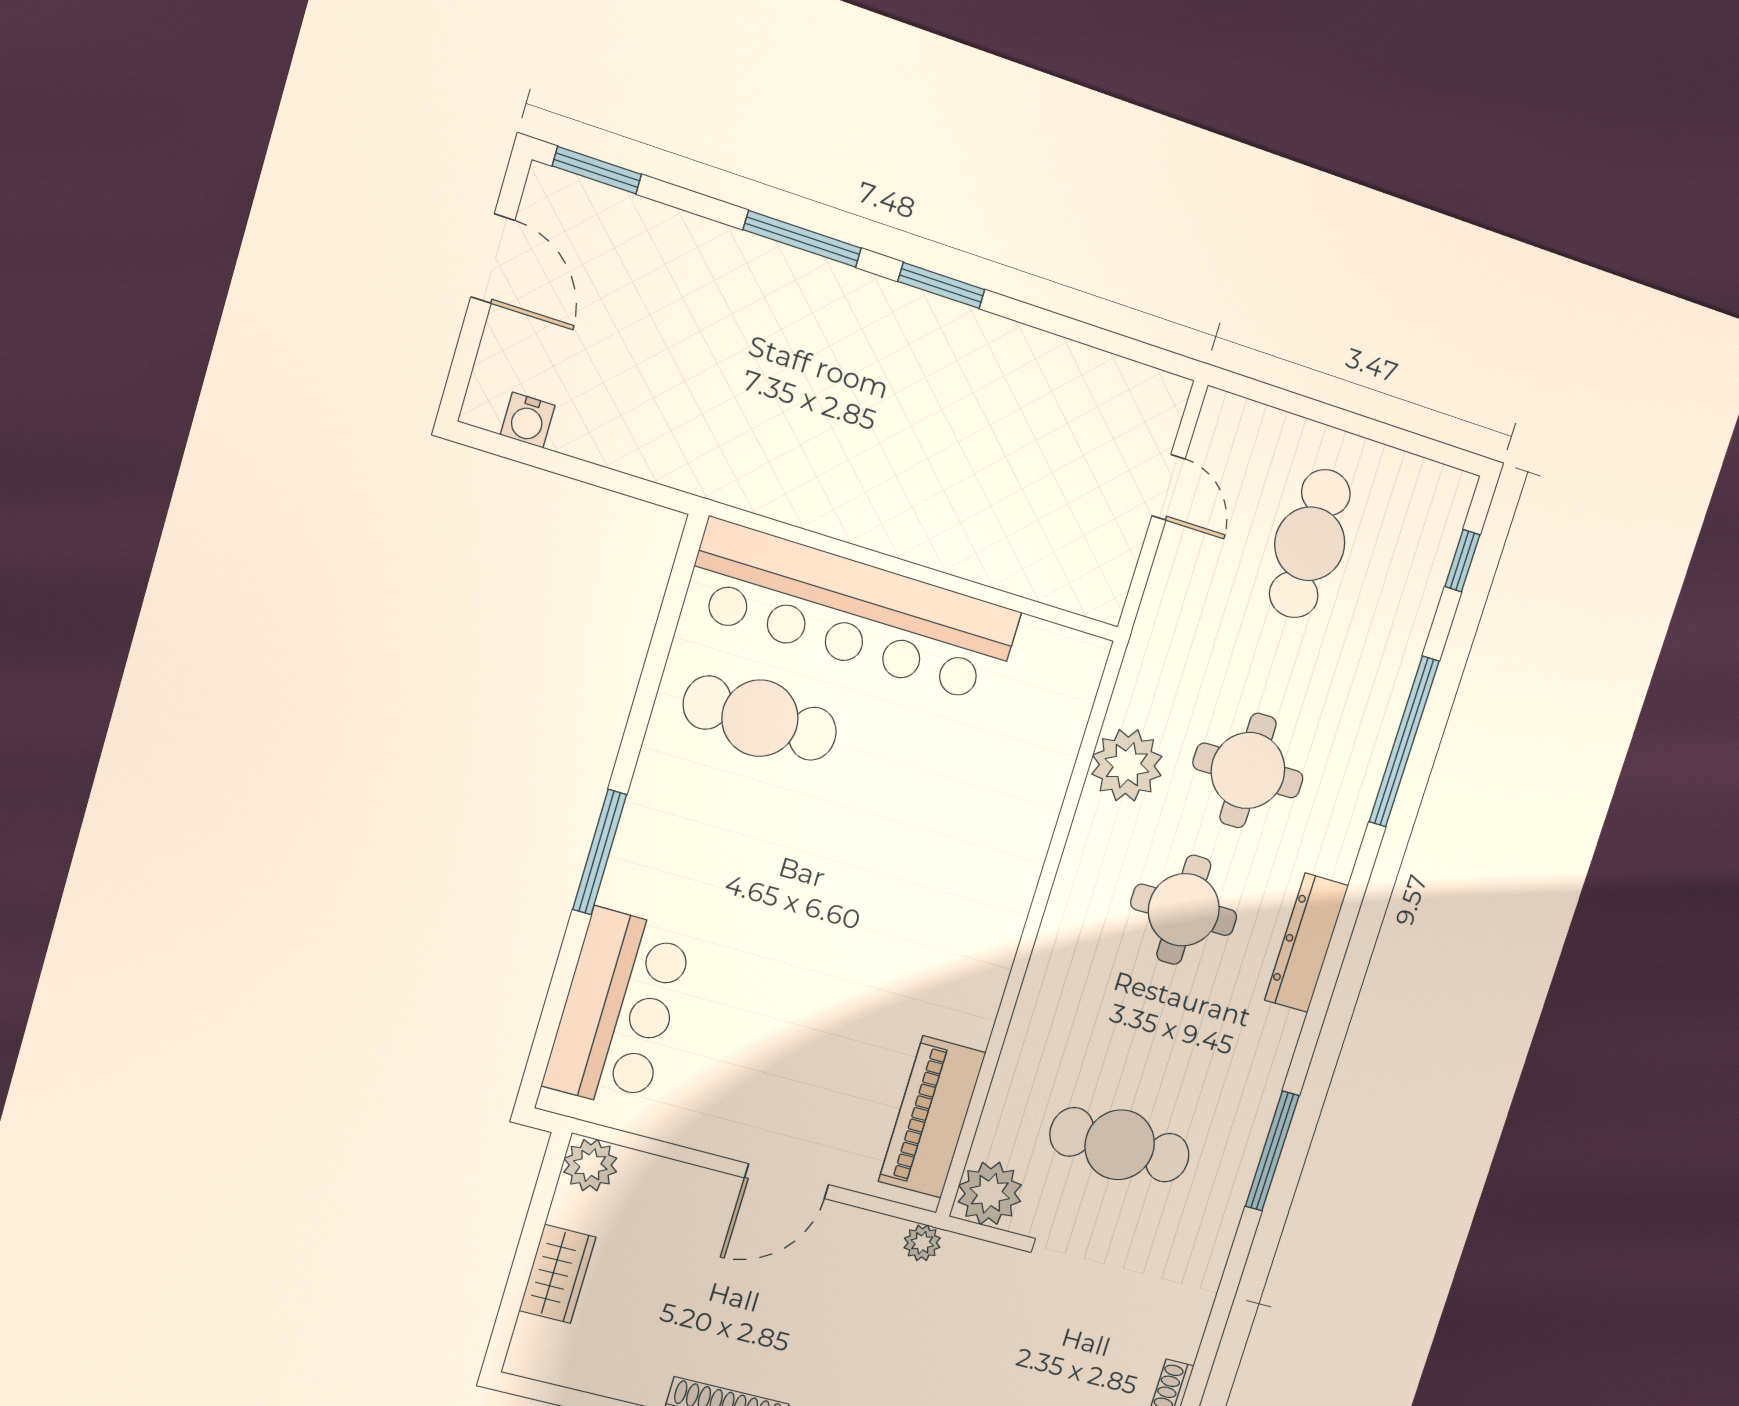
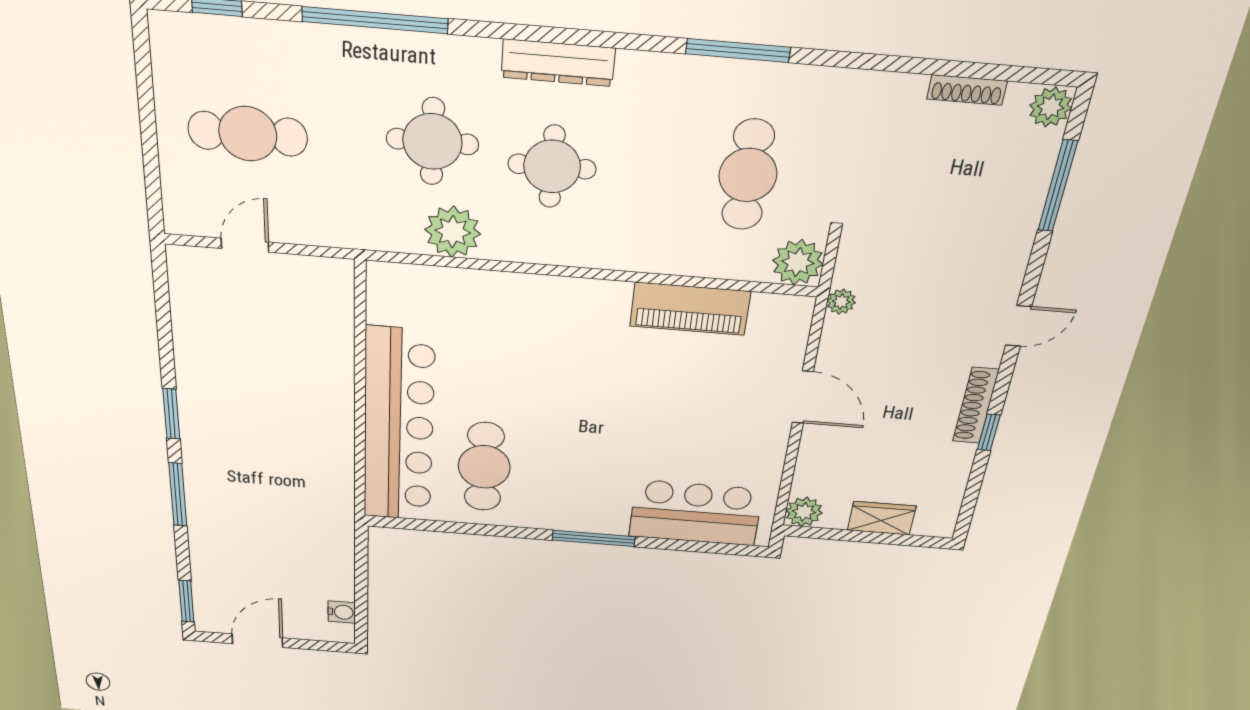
piano: (932, 1117) -> (690, 309), moved

